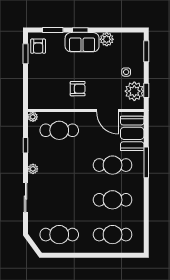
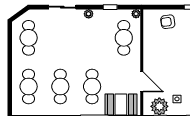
armchair: (78, 89) -> (168, 22), moved, turned 82
door: (108, 111) -> (142, 82), swing flipped

